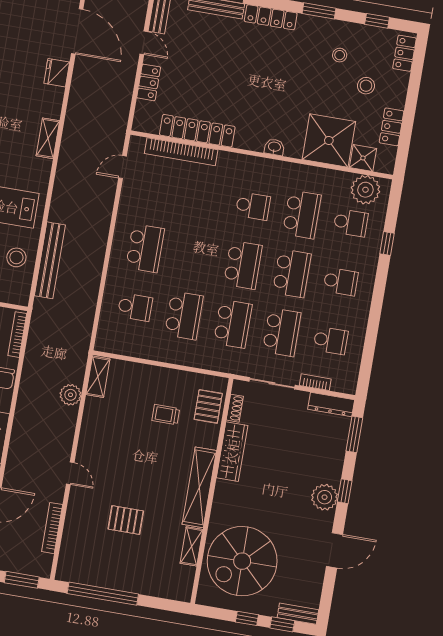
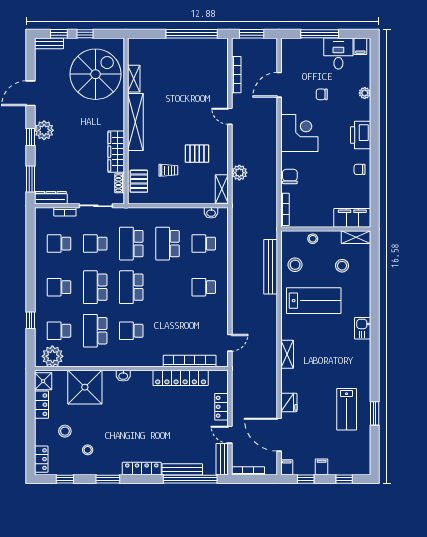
shower: (363, 158) -> (43, 381), moved
school desk: (145, 248) -> (204, 287), width x0.54
school desk: (282, 332) -> (95, 244), width x0.54
washbasin: (118, 347) -> (211, 213), added
pallet: (126, 520) -> (197, 154), moved

